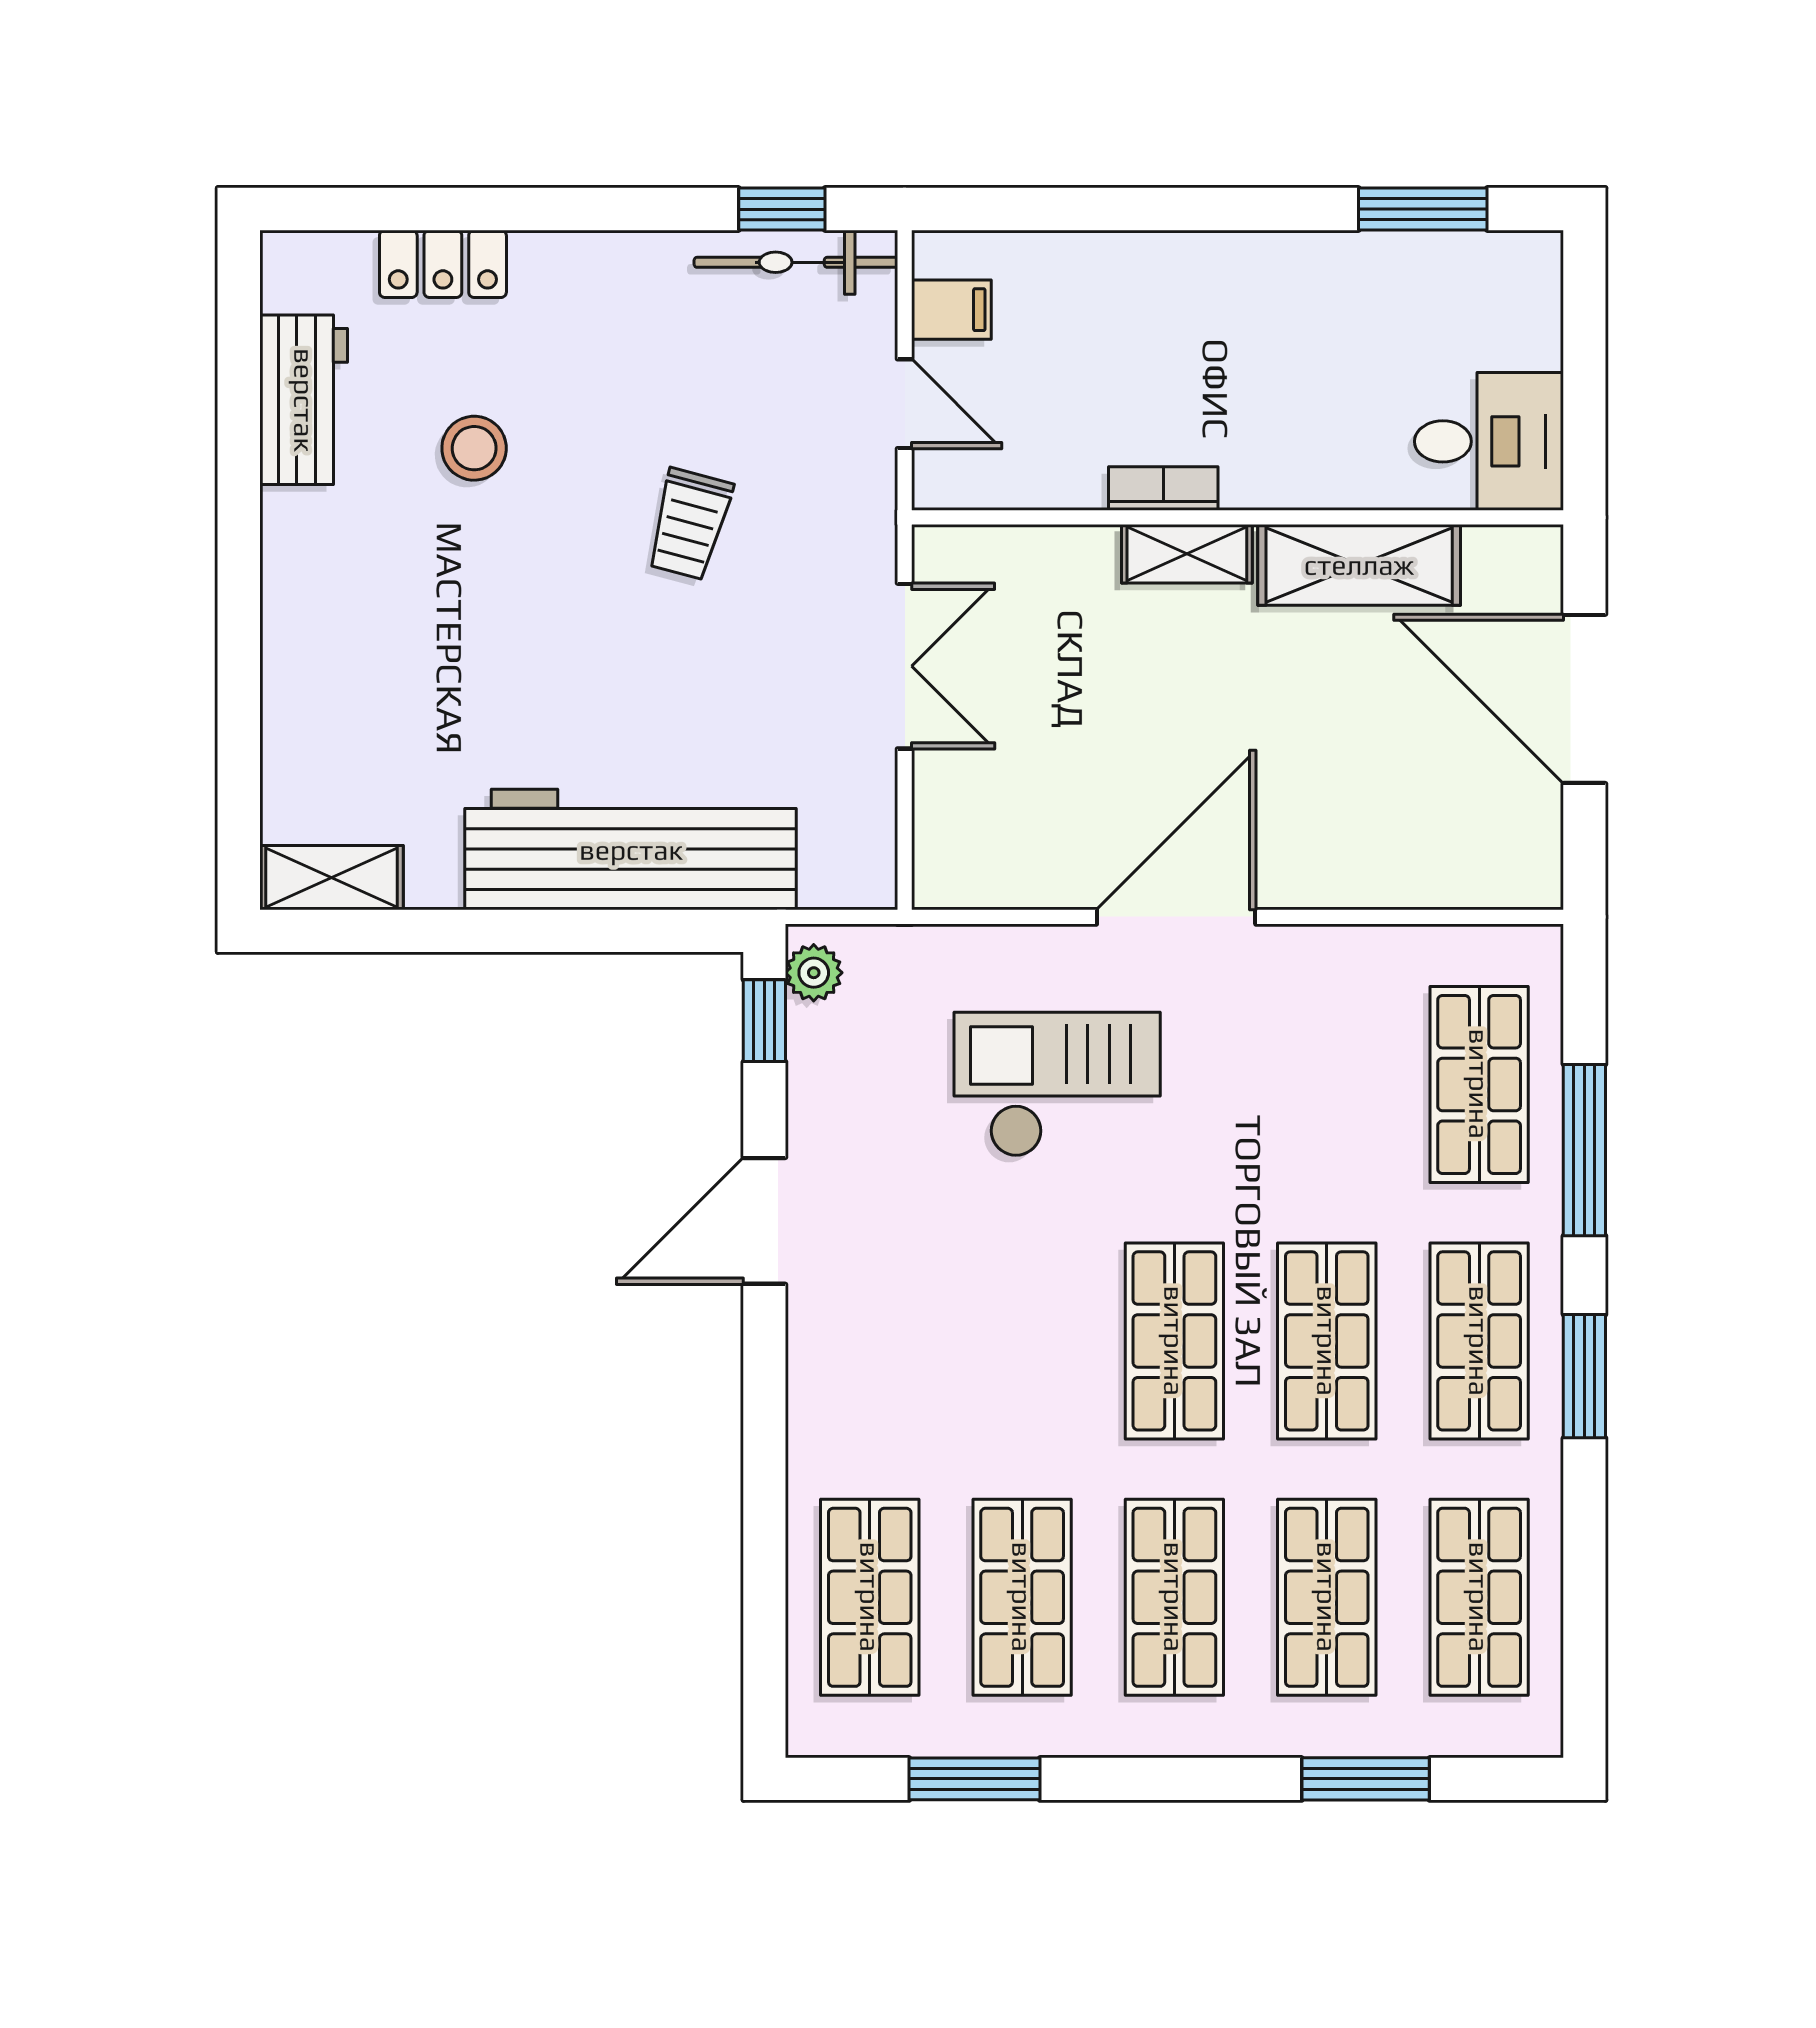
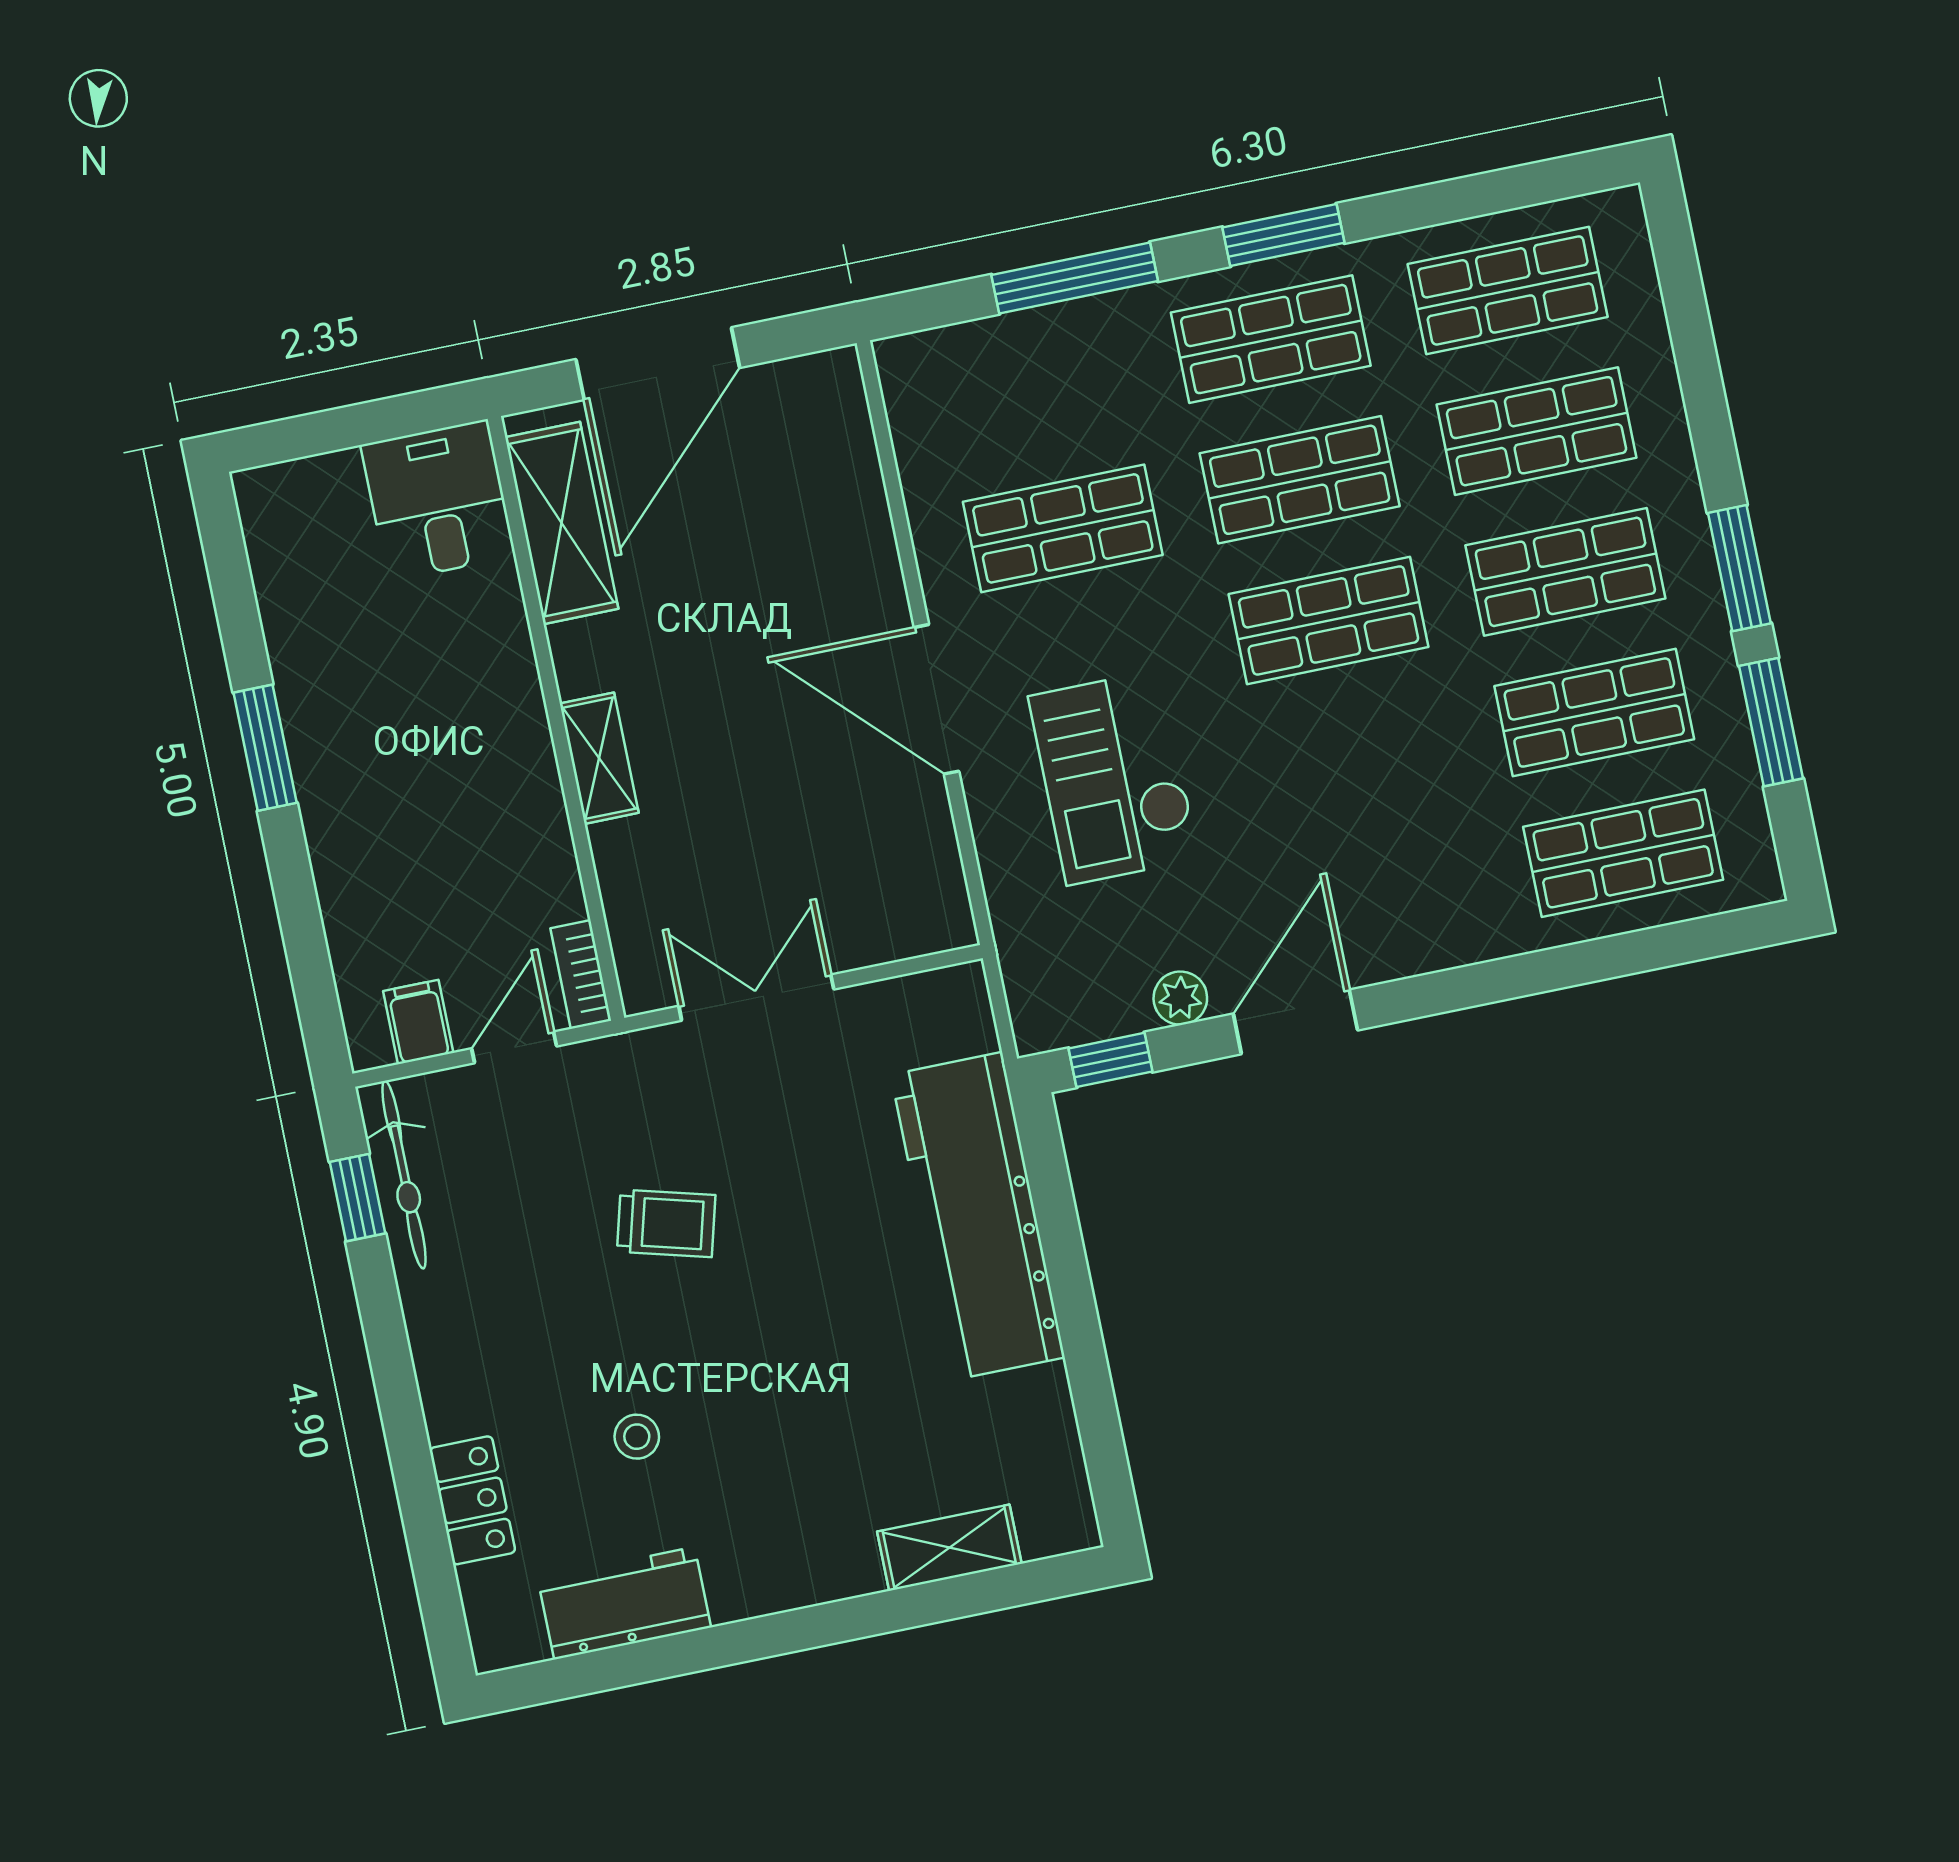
window: (1423, 209) -> (265, 748), moved
stool: (474, 448) -> (637, 1437), width x0.73, depth x0.73
bookcase: (1163, 489) -> (581, 974), moved
shelving: (1359, 565) -> (562, 523), moved
shelving: (331, 878) -> (949, 1548), moved, turned 90
plant: (814, 973) -> (1180, 998), moved
shop shelf: (1479, 1084) -> (1063, 528), moved
door: (764, 1221) -> (1295, 1022), swing flipped
window: (1366, 1779) -> (1739, 568), moved

